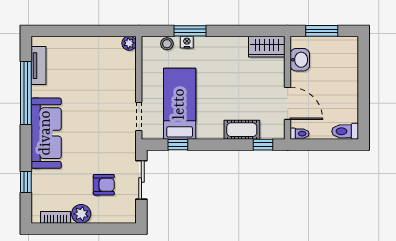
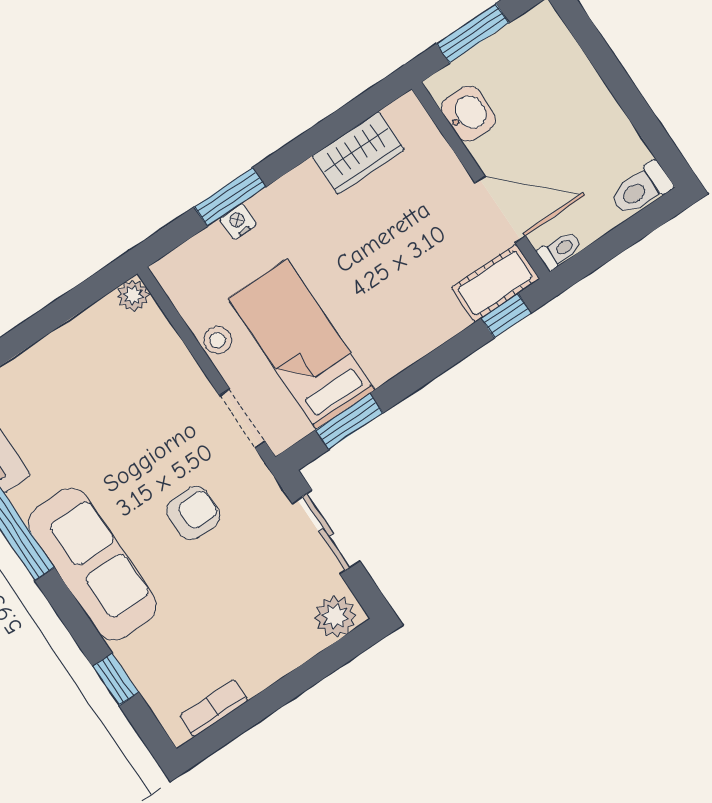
stool: (167, 44) -> (218, 340), moved
wardrobe: (267, 47) -> (358, 153), moved
cot: (242, 130) -> (495, 283), moved
window: (178, 145) -> (349, 422), width x1.50
armchair: (104, 185) -> (193, 513), moved
plant: (81, 214) -> (335, 617), moved

